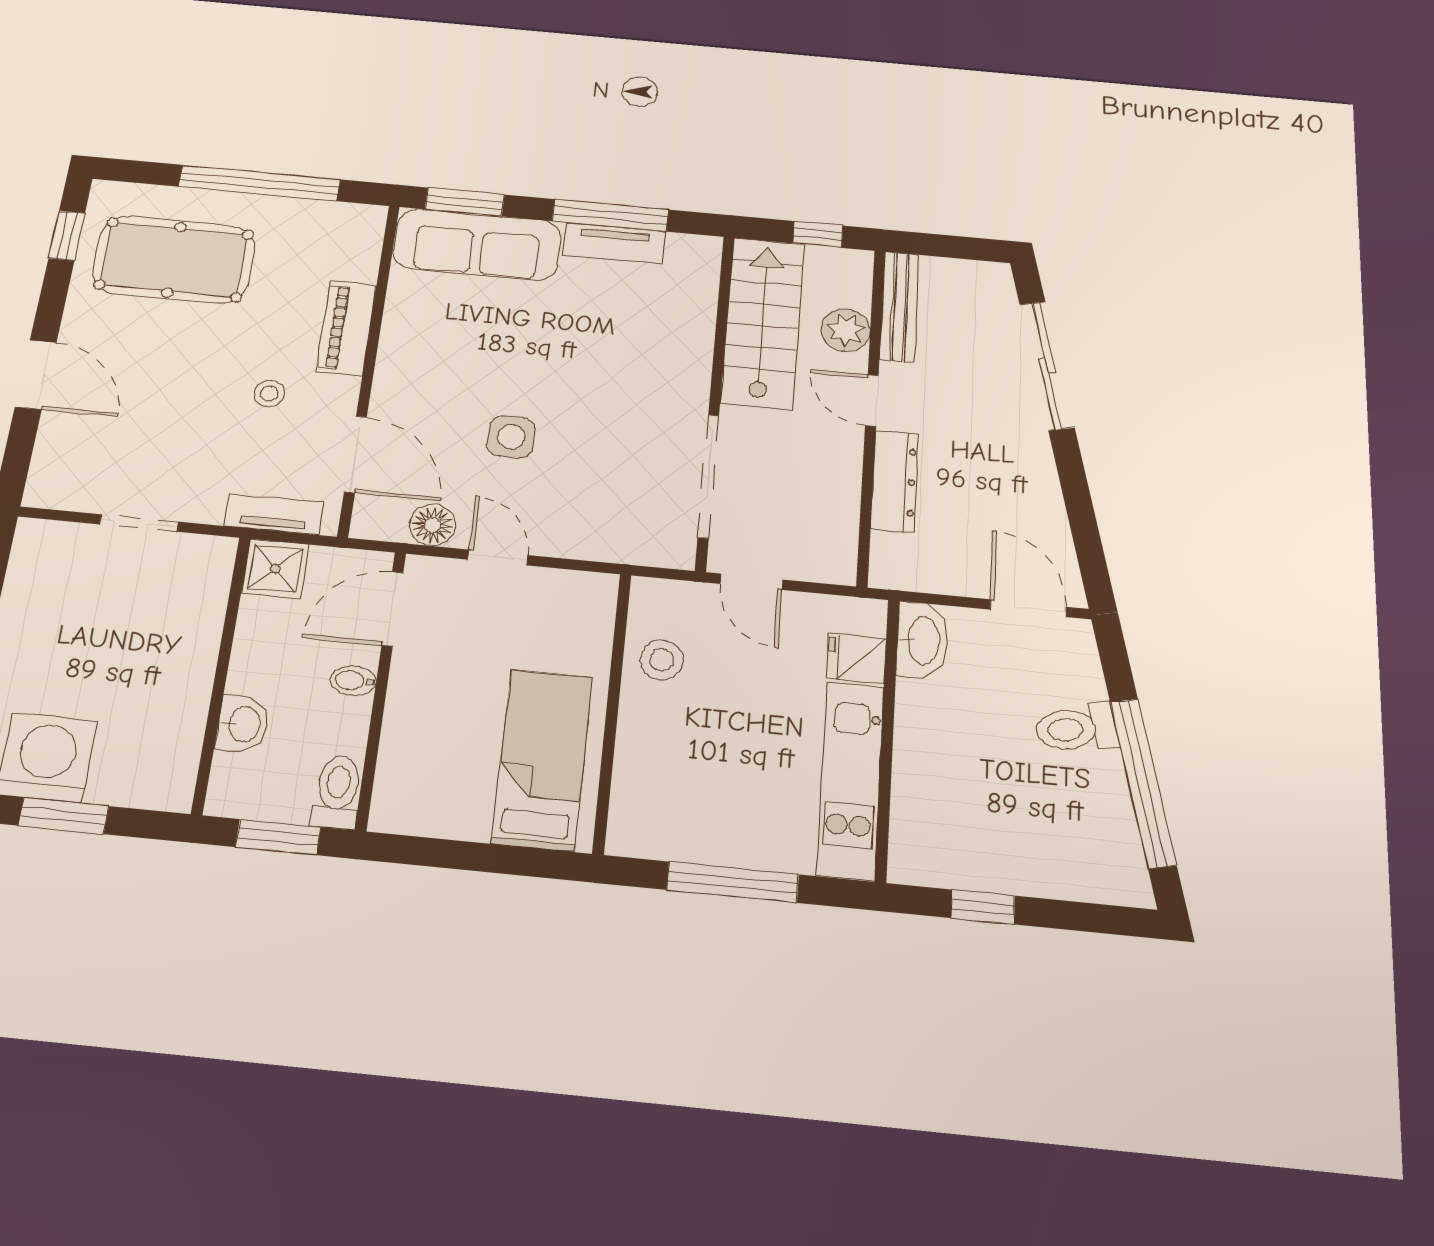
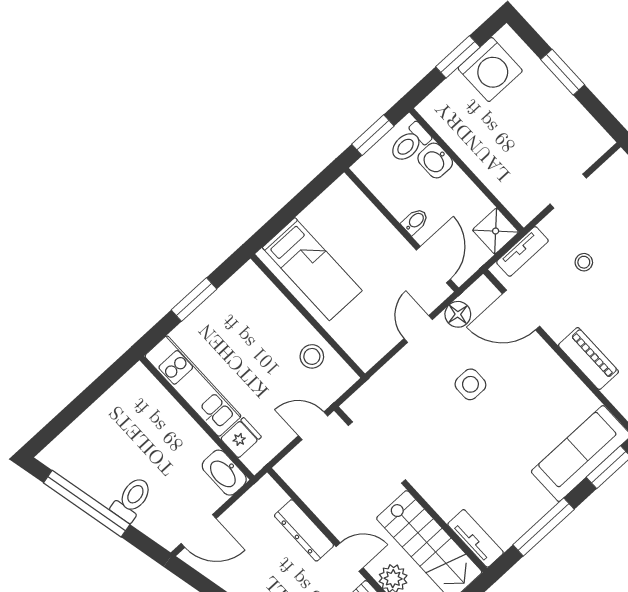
tv unit: (614, 243) -> (476, 538), moved, turned 90
stool: (269, 393) -> (584, 262), moved
door: (498, 557) -> (418, 329), swing flipped
toilet: (337, 792) -> (410, 143), moved, turned 90
window: (733, 882) -> (194, 300), width x0.69
window: (983, 907) -> (96, 389), removed

